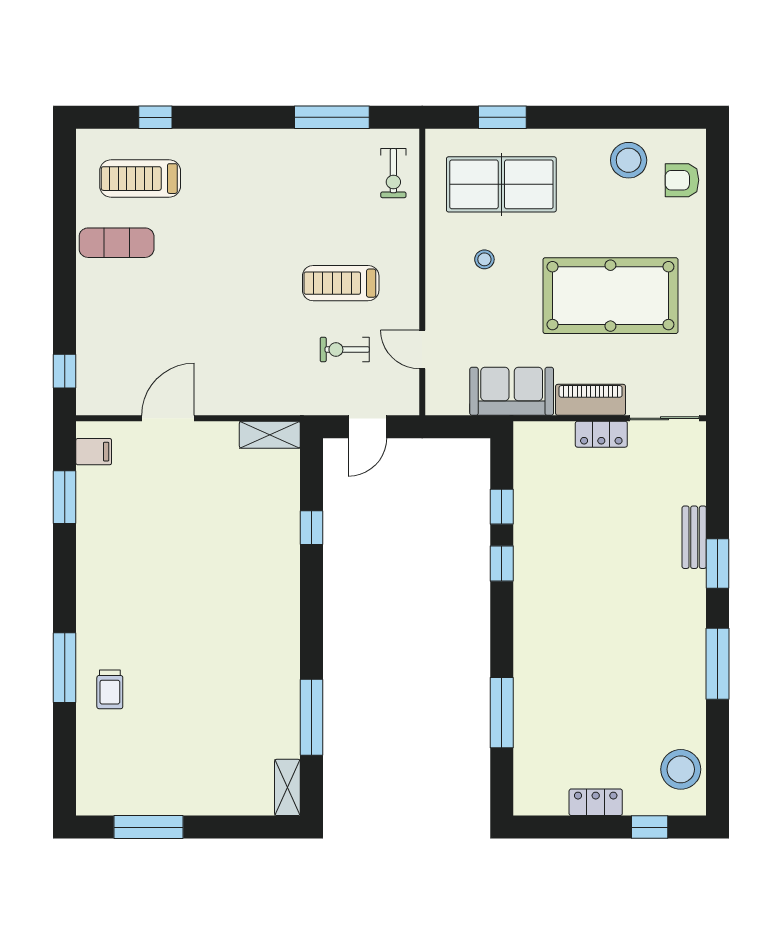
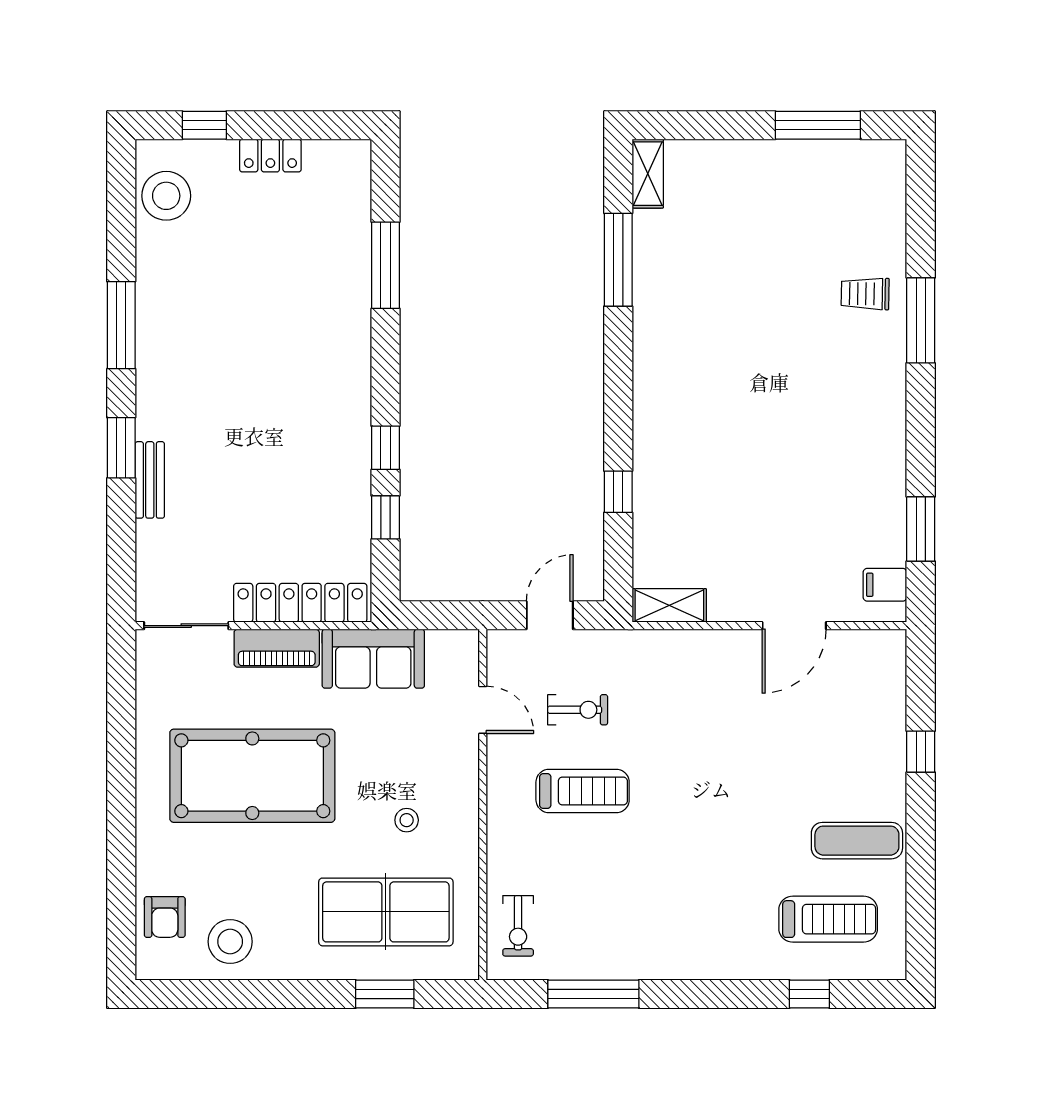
exercise bike: (393, 173) -> (518, 926), turned 180
armchair: (682, 180) -> (165, 917), turned 90
window: (65, 371) -> (921, 752), moved
locker: (601, 434) -> (300, 603), width x2.16, depth x1.21
trolley: (110, 689) -> (865, 294), turned -89

